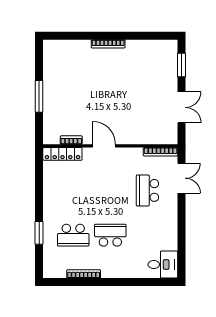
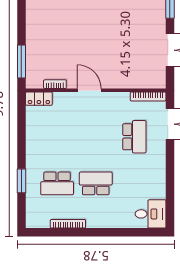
window: (39, 96) -> (21, 62), moved
locker: (62, 154) -> (39, 99), width x0.66
school desk: (147, 190) -> (134, 137), turned 180

